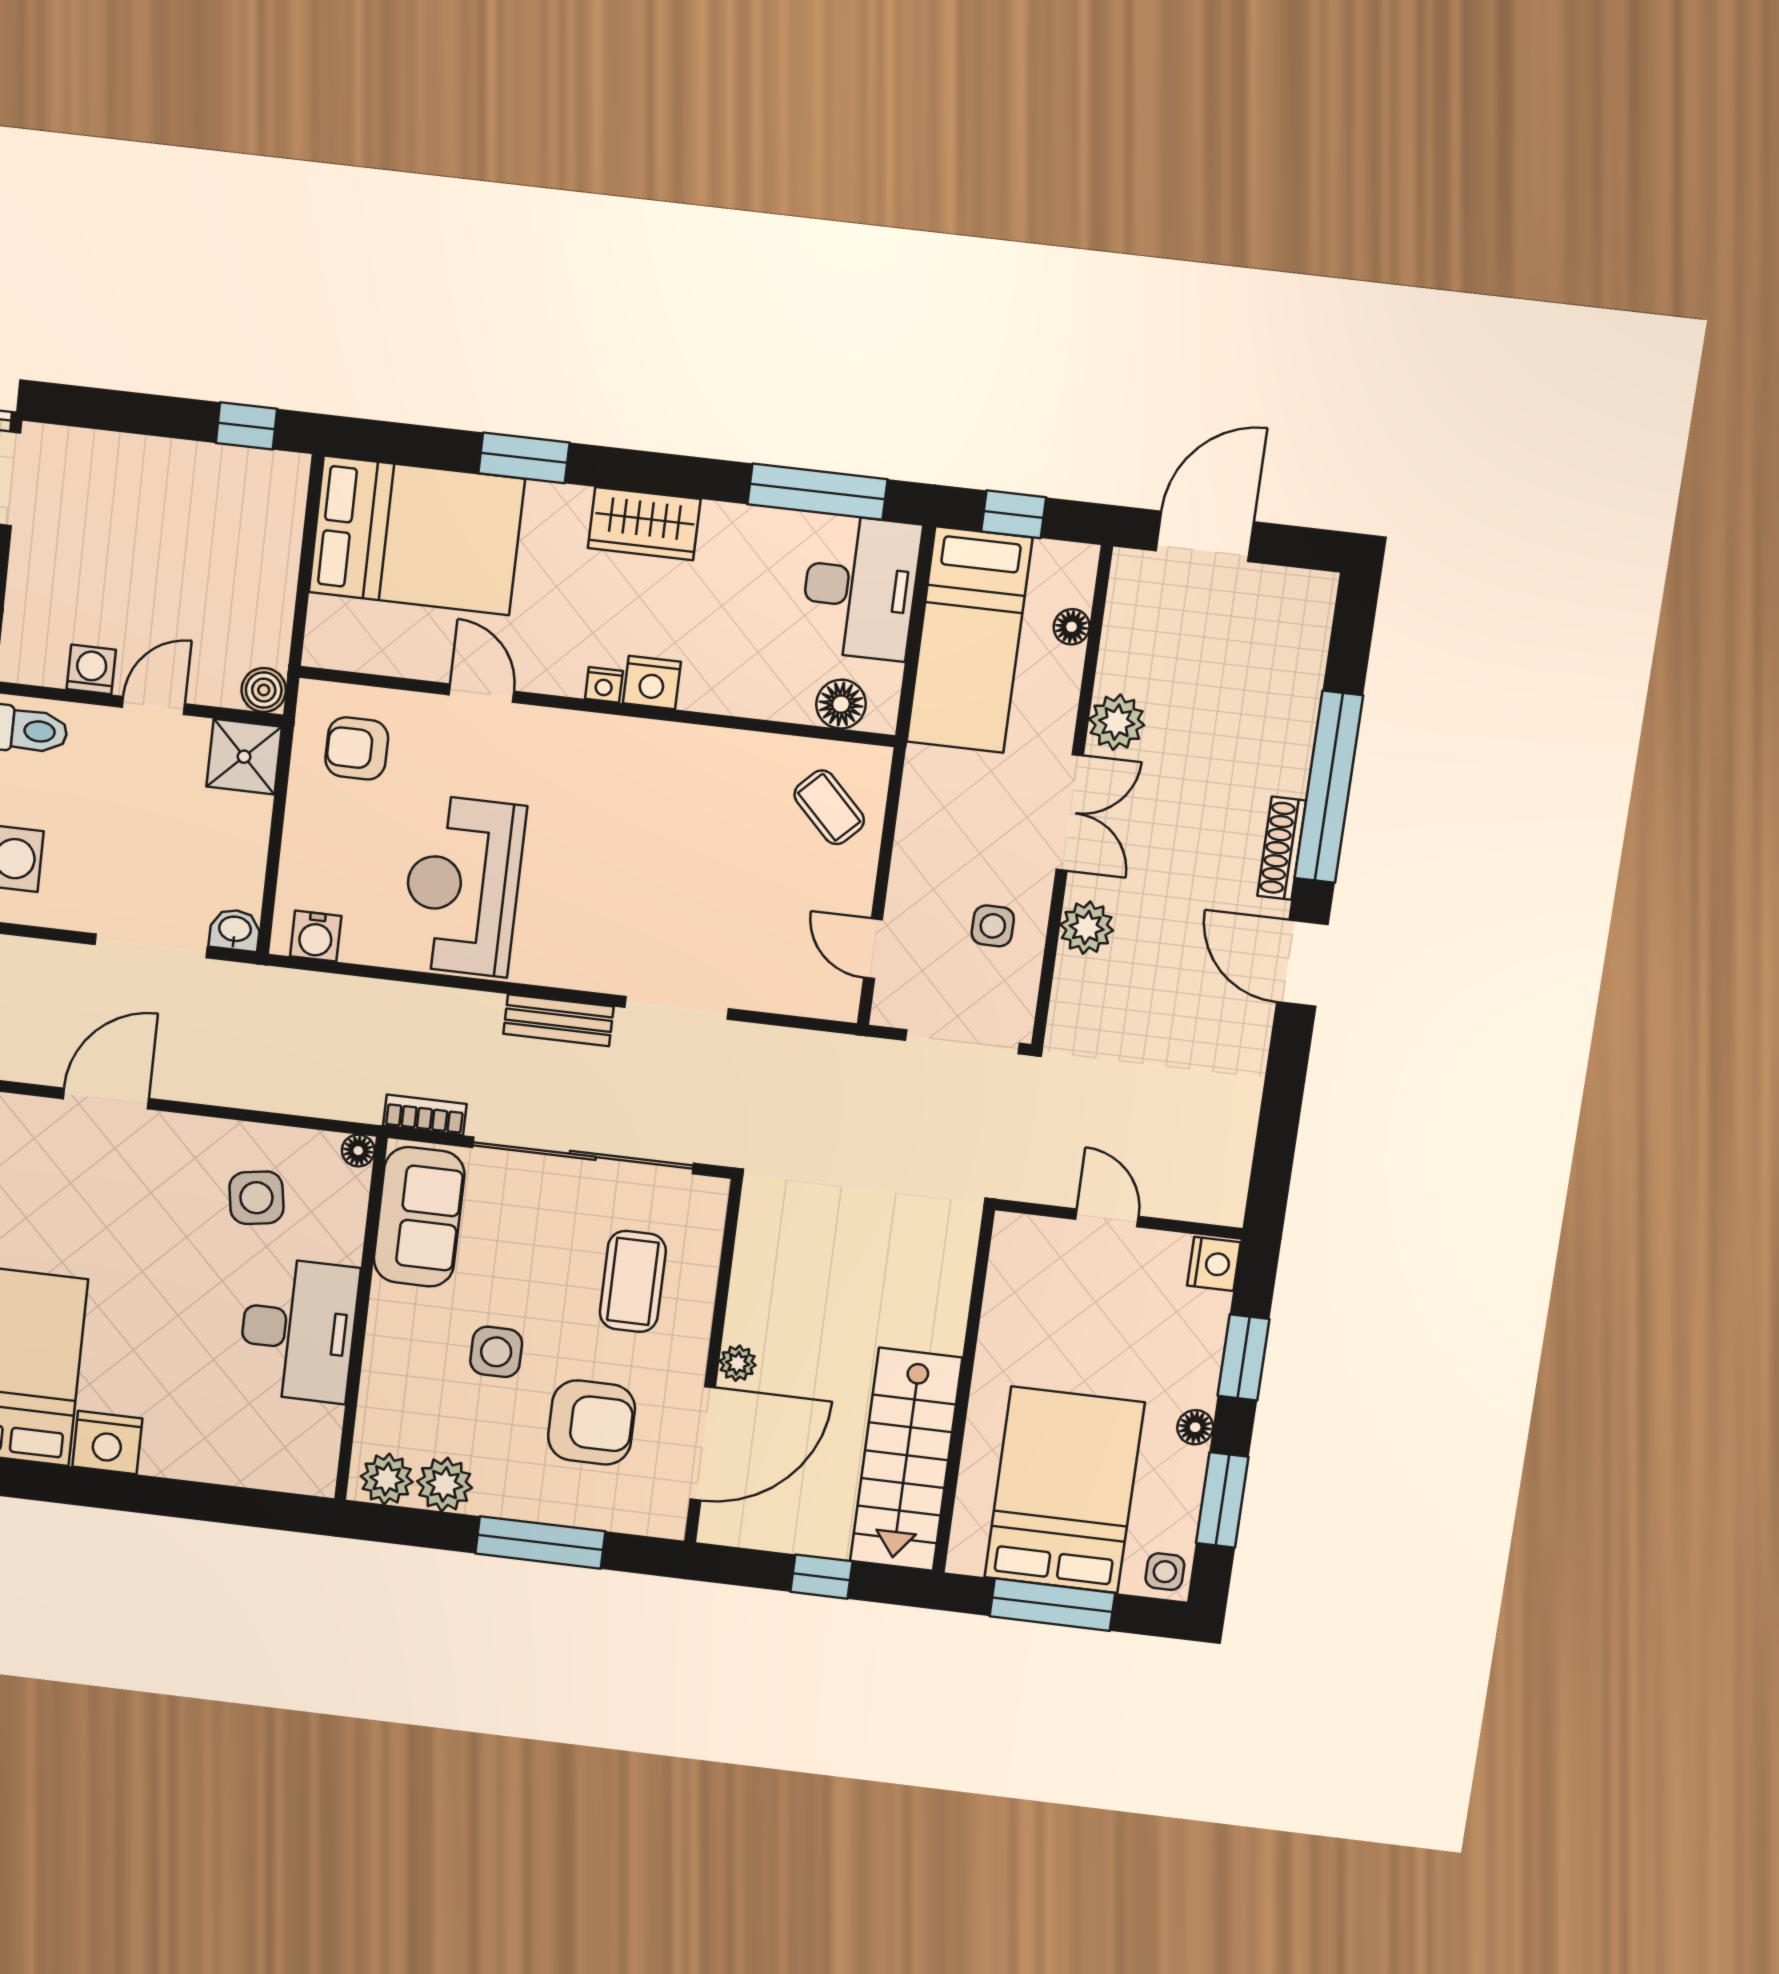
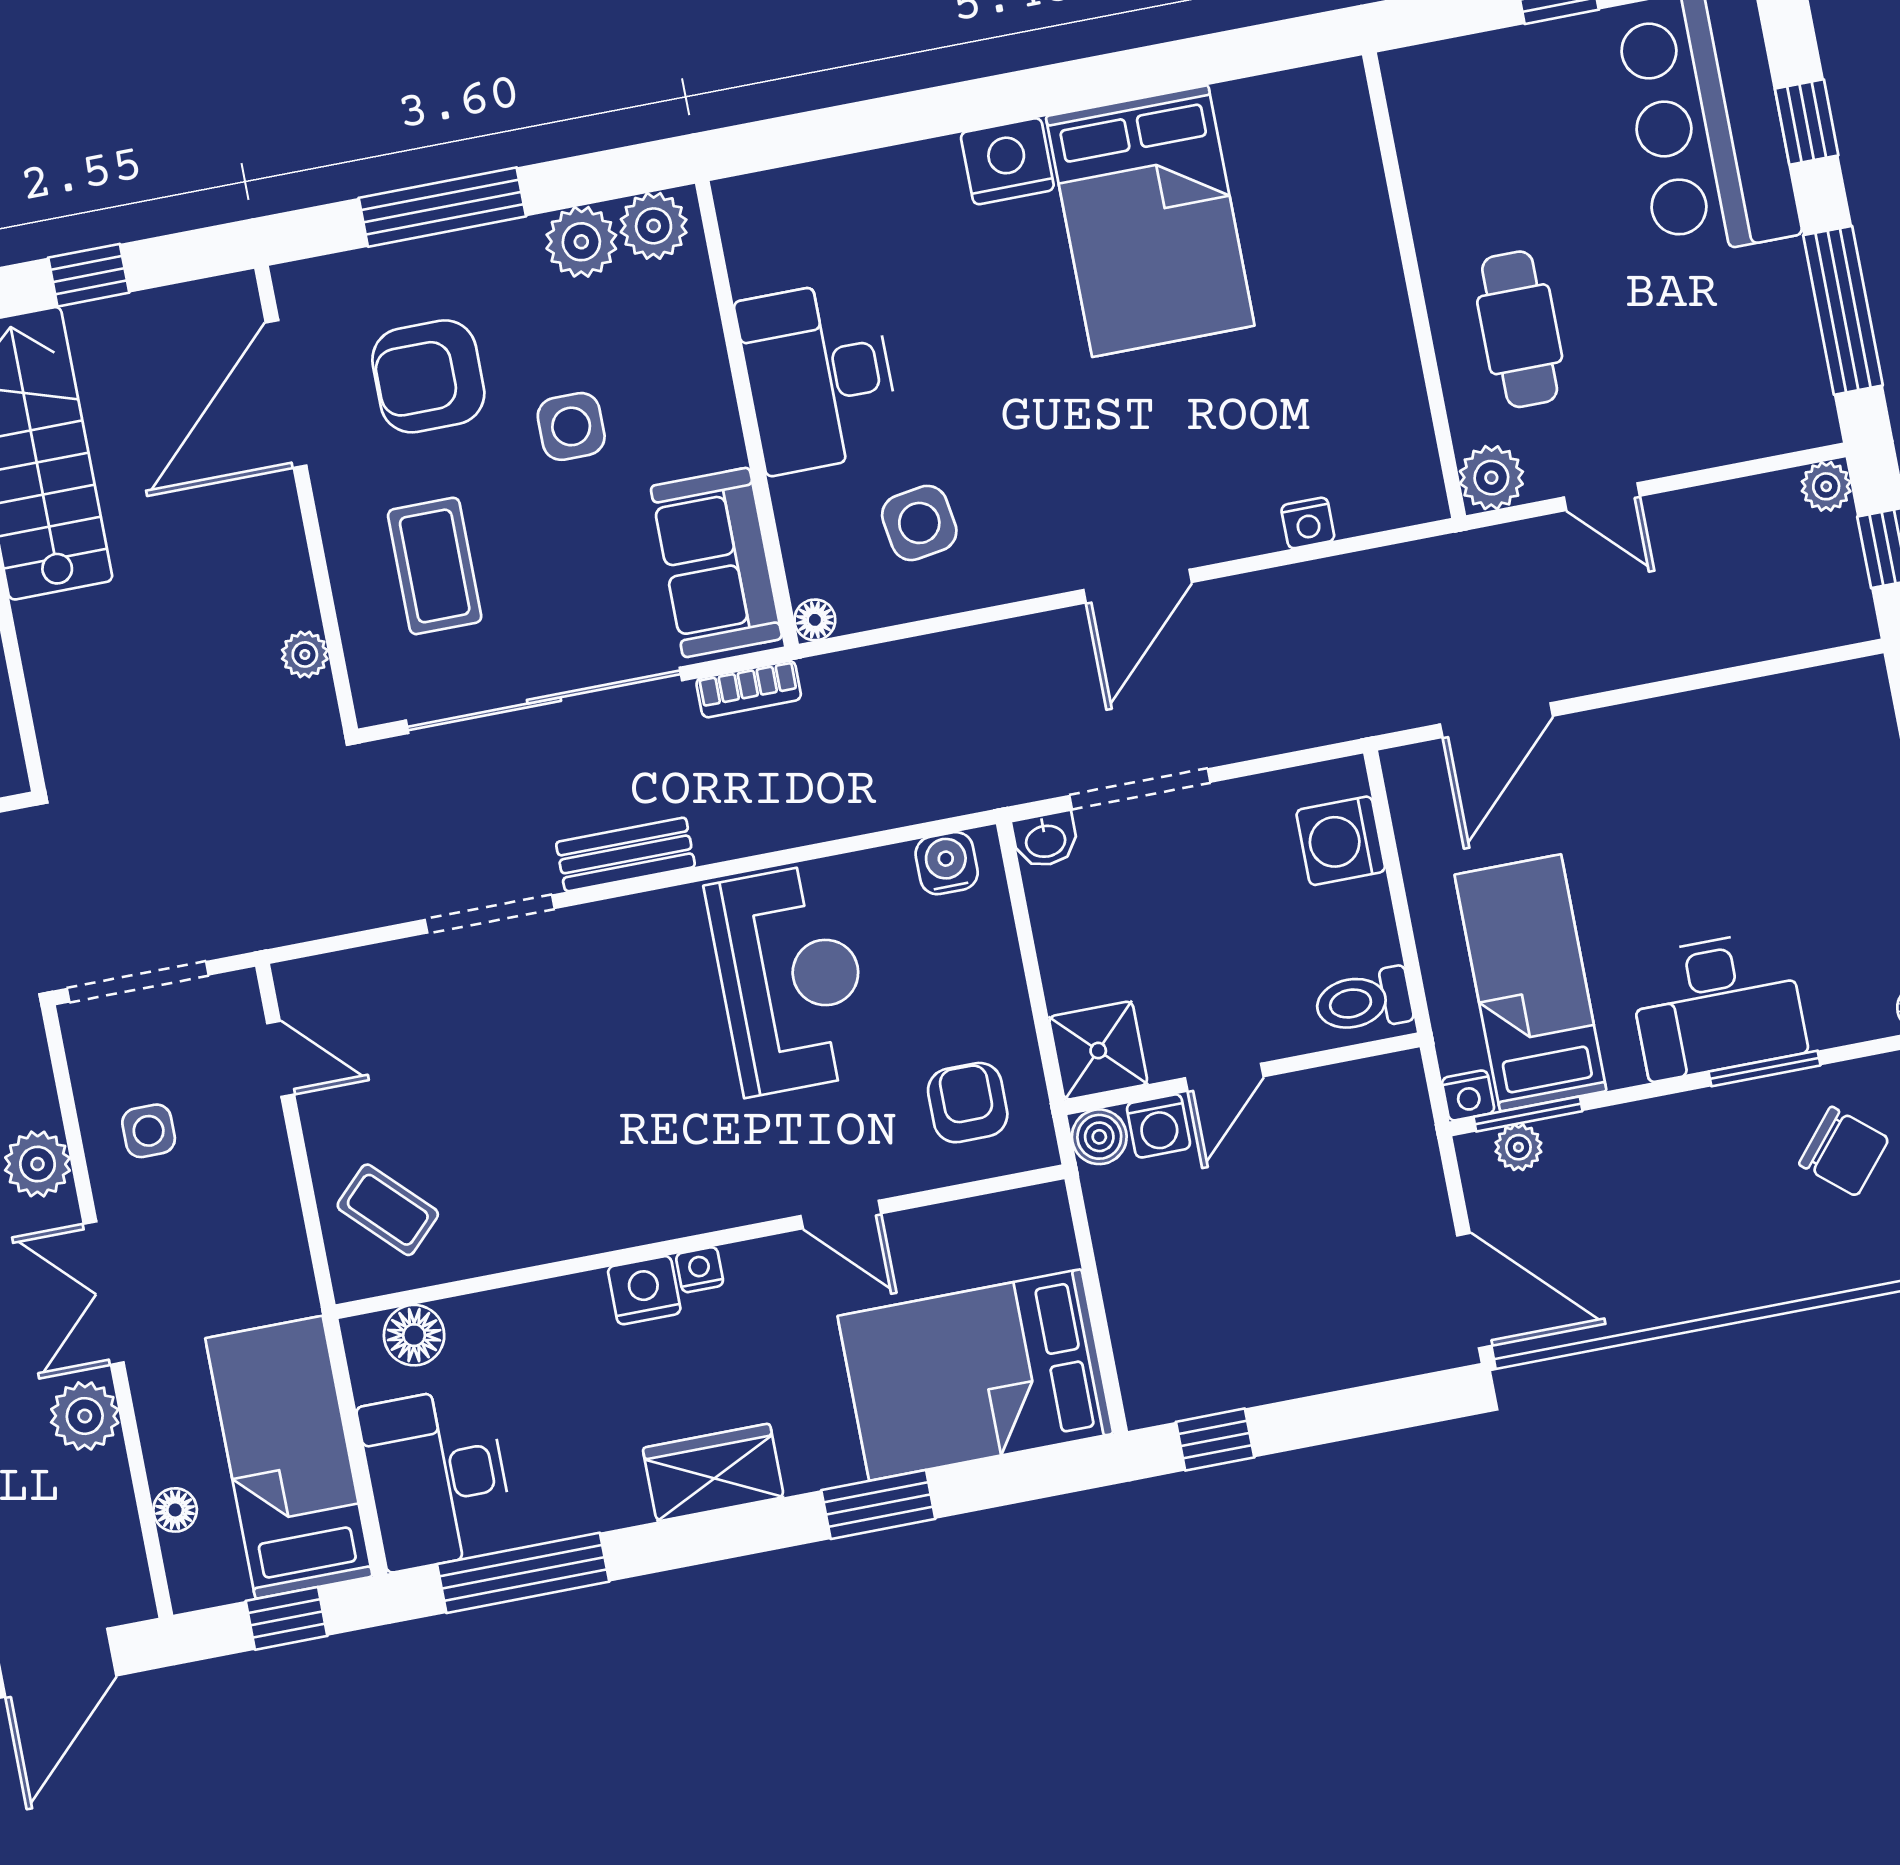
washing machine: (91, 669) -> (1158, 1126), moved
armchair: (357, 748) -> (968, 1103), turned -90
plant: (738, 1363) -> (305, 654), moved

